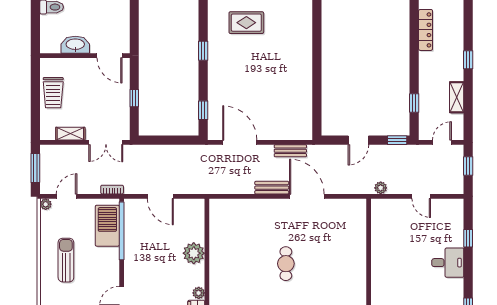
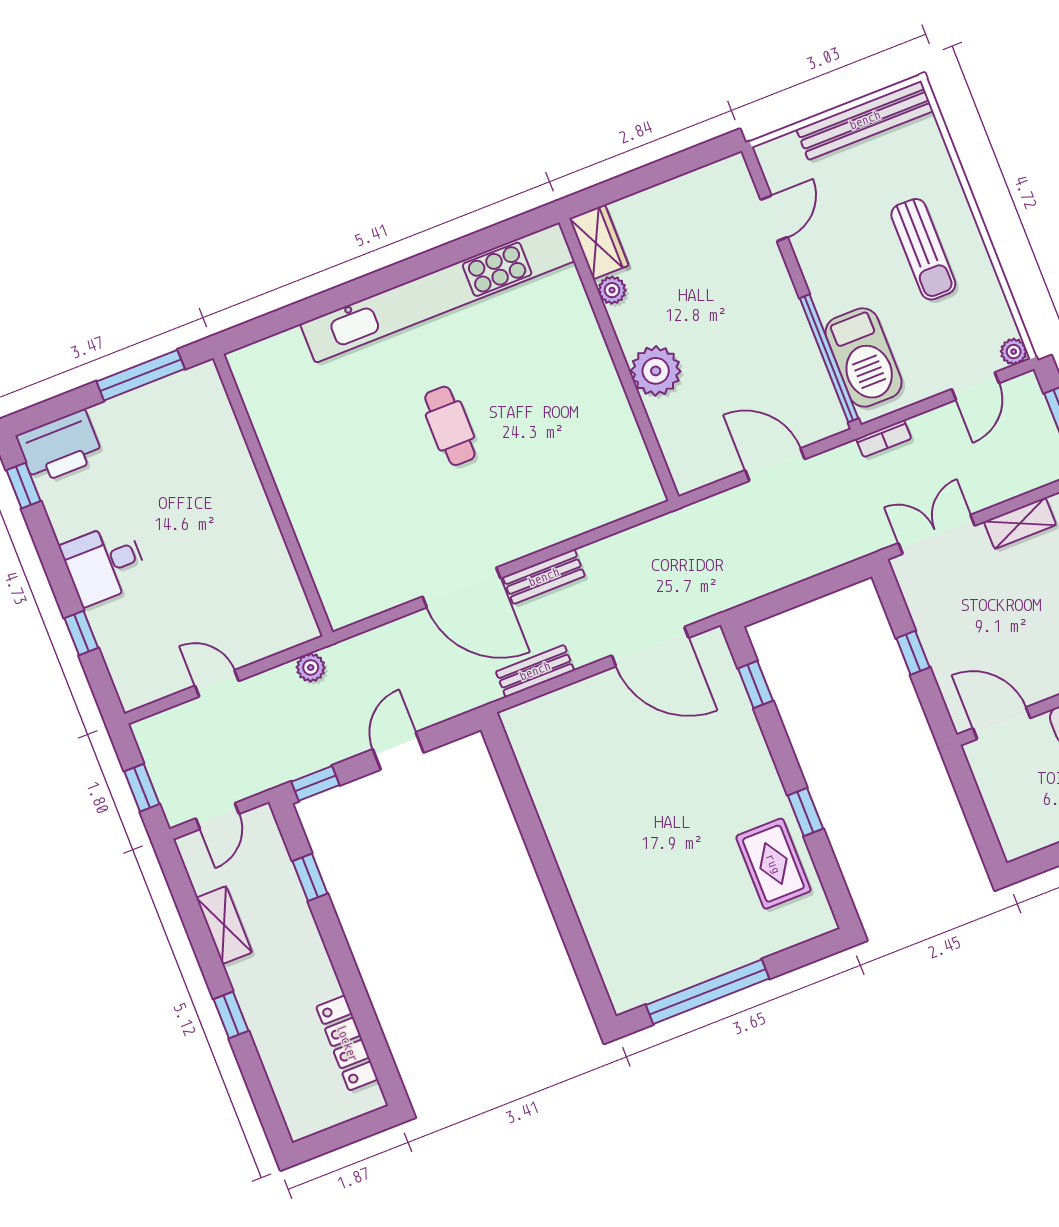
rug: (246, 23) -> (773, 864), moved, turned 90

